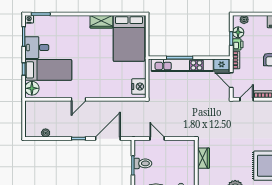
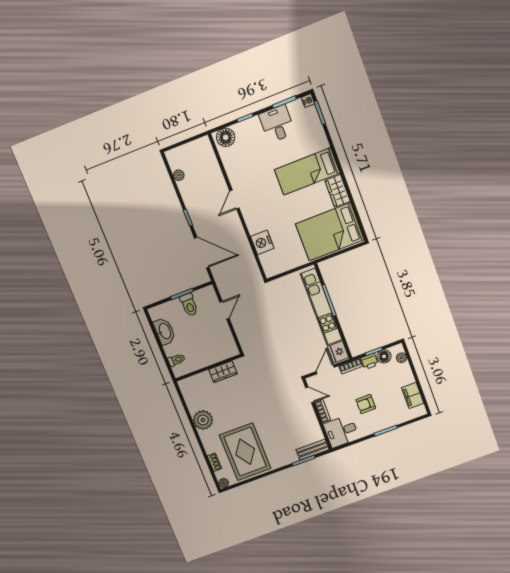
bed: (48, 70) -> (307, 171), moved, turned 90
nightstand: (139, 87) -> (262, 242), moved, turned 90
door: (79, 99) -> (234, 200), hinge flipped

